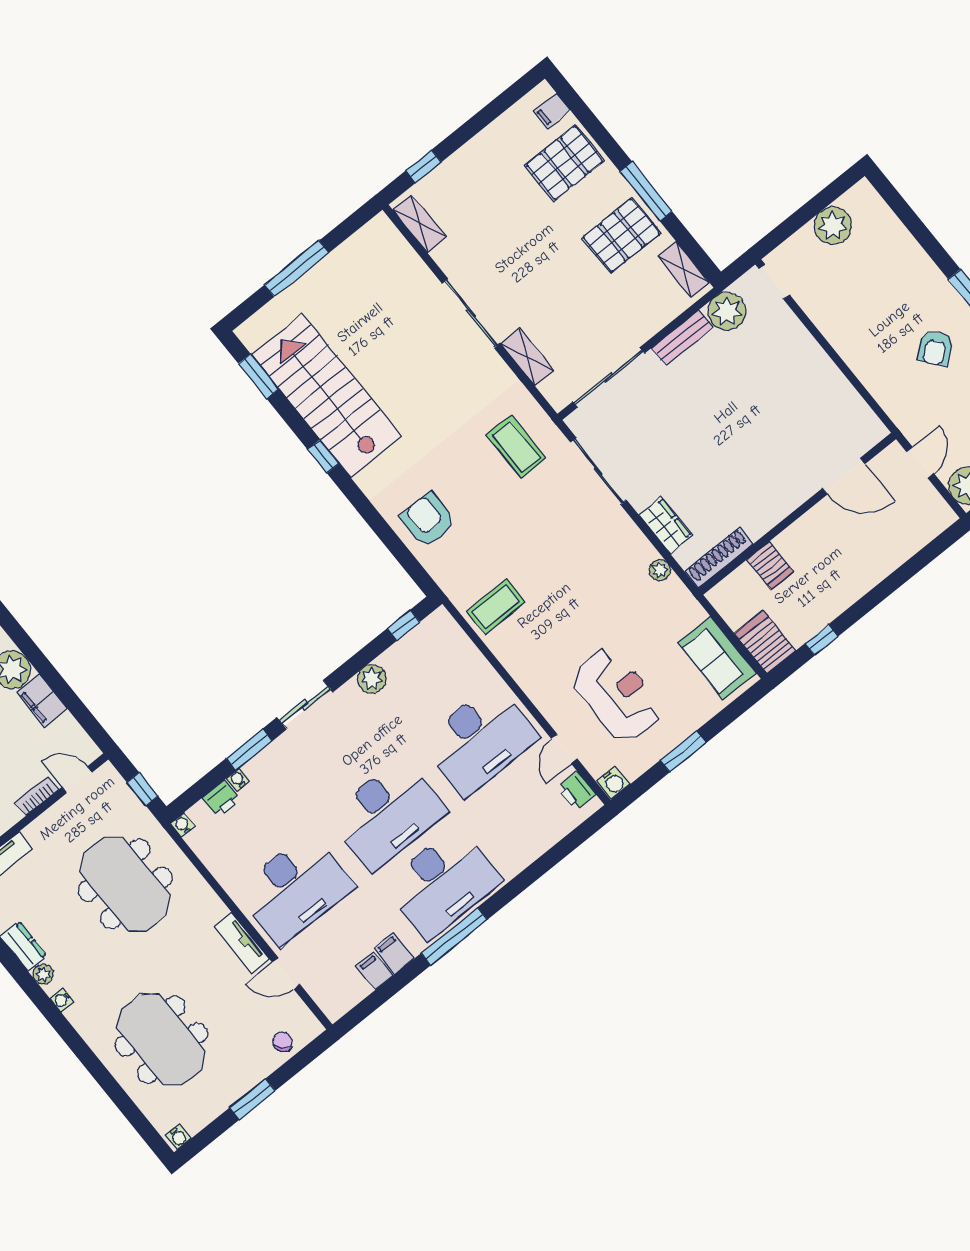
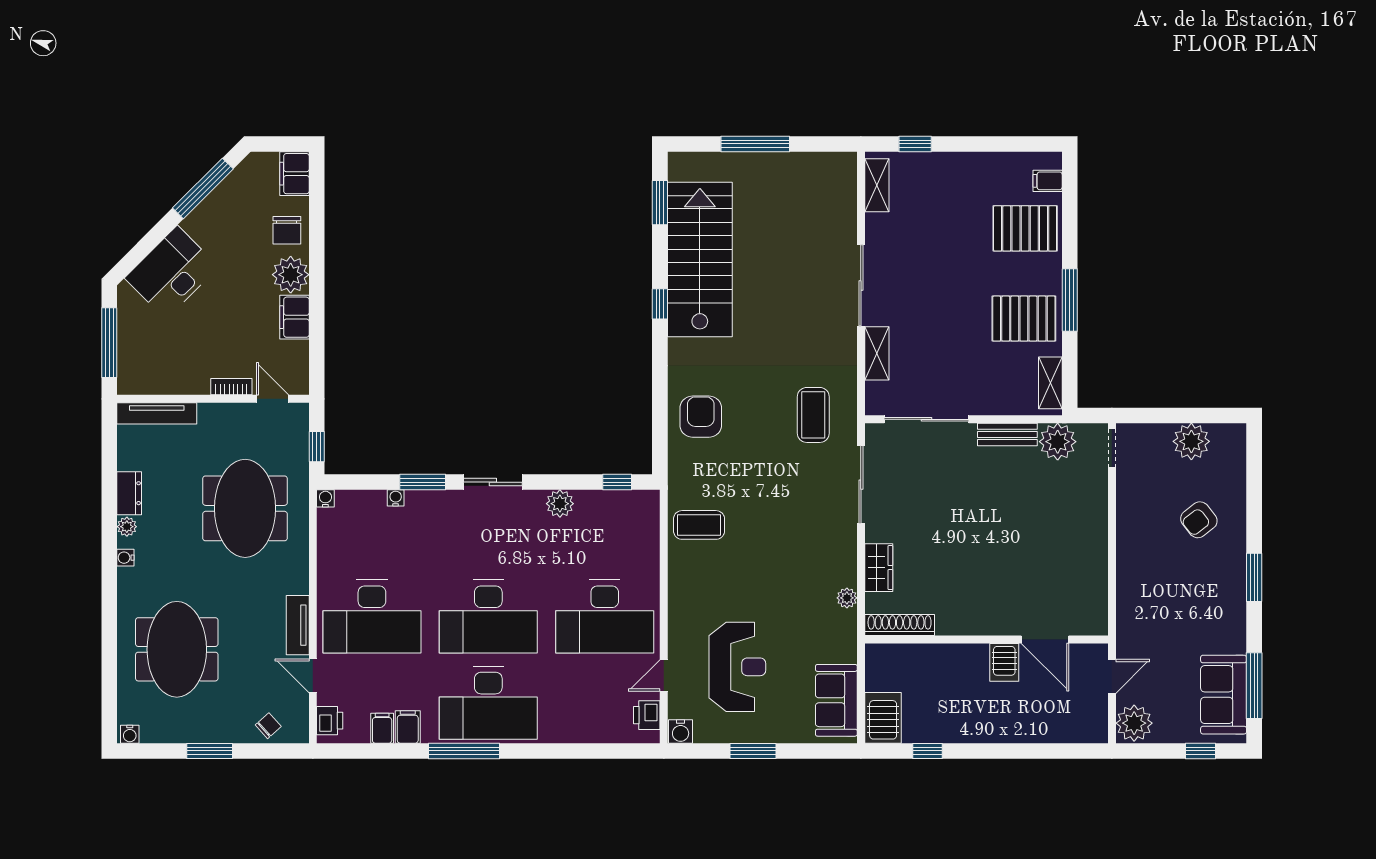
armchair: (935, 348) -> (1199, 520), moved
server rack: (770, 565) -> (1004, 662), moved
printer: (222, 799) -> (330, 721), moved, turned -90

